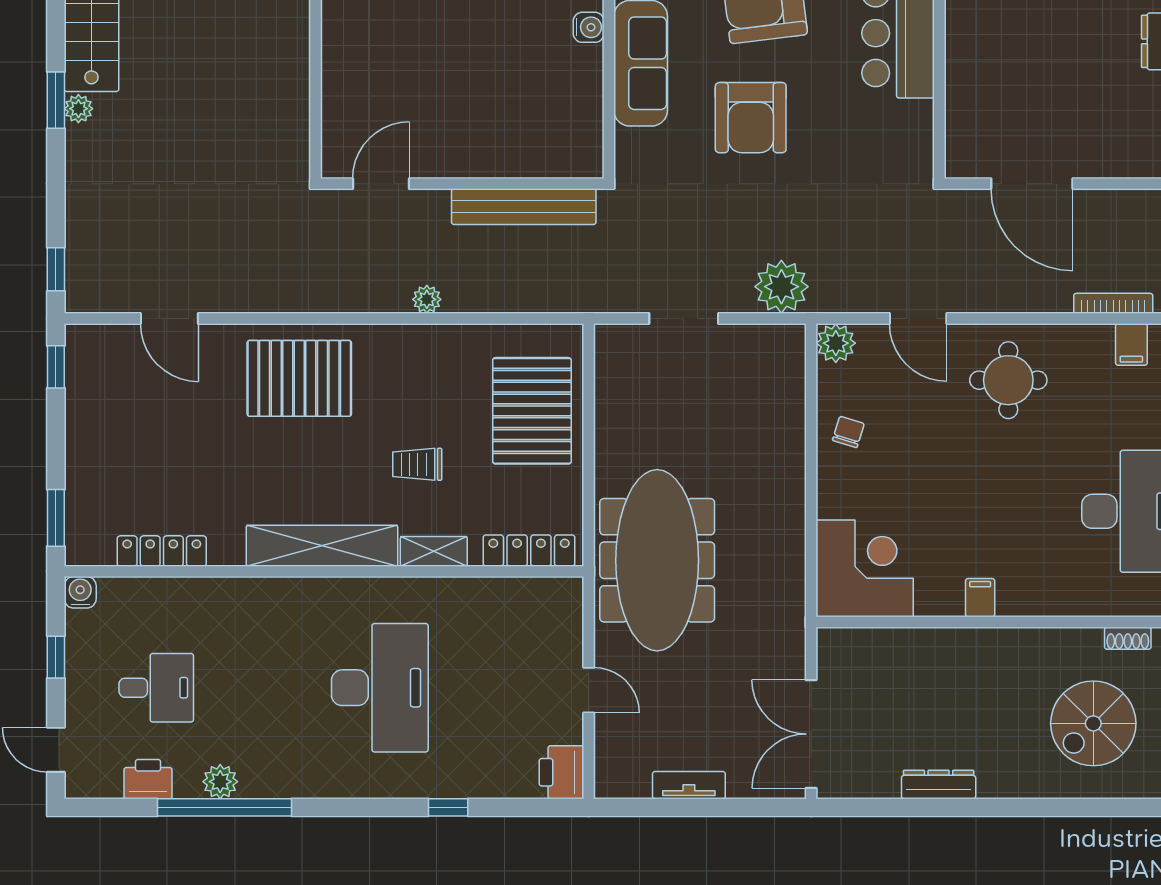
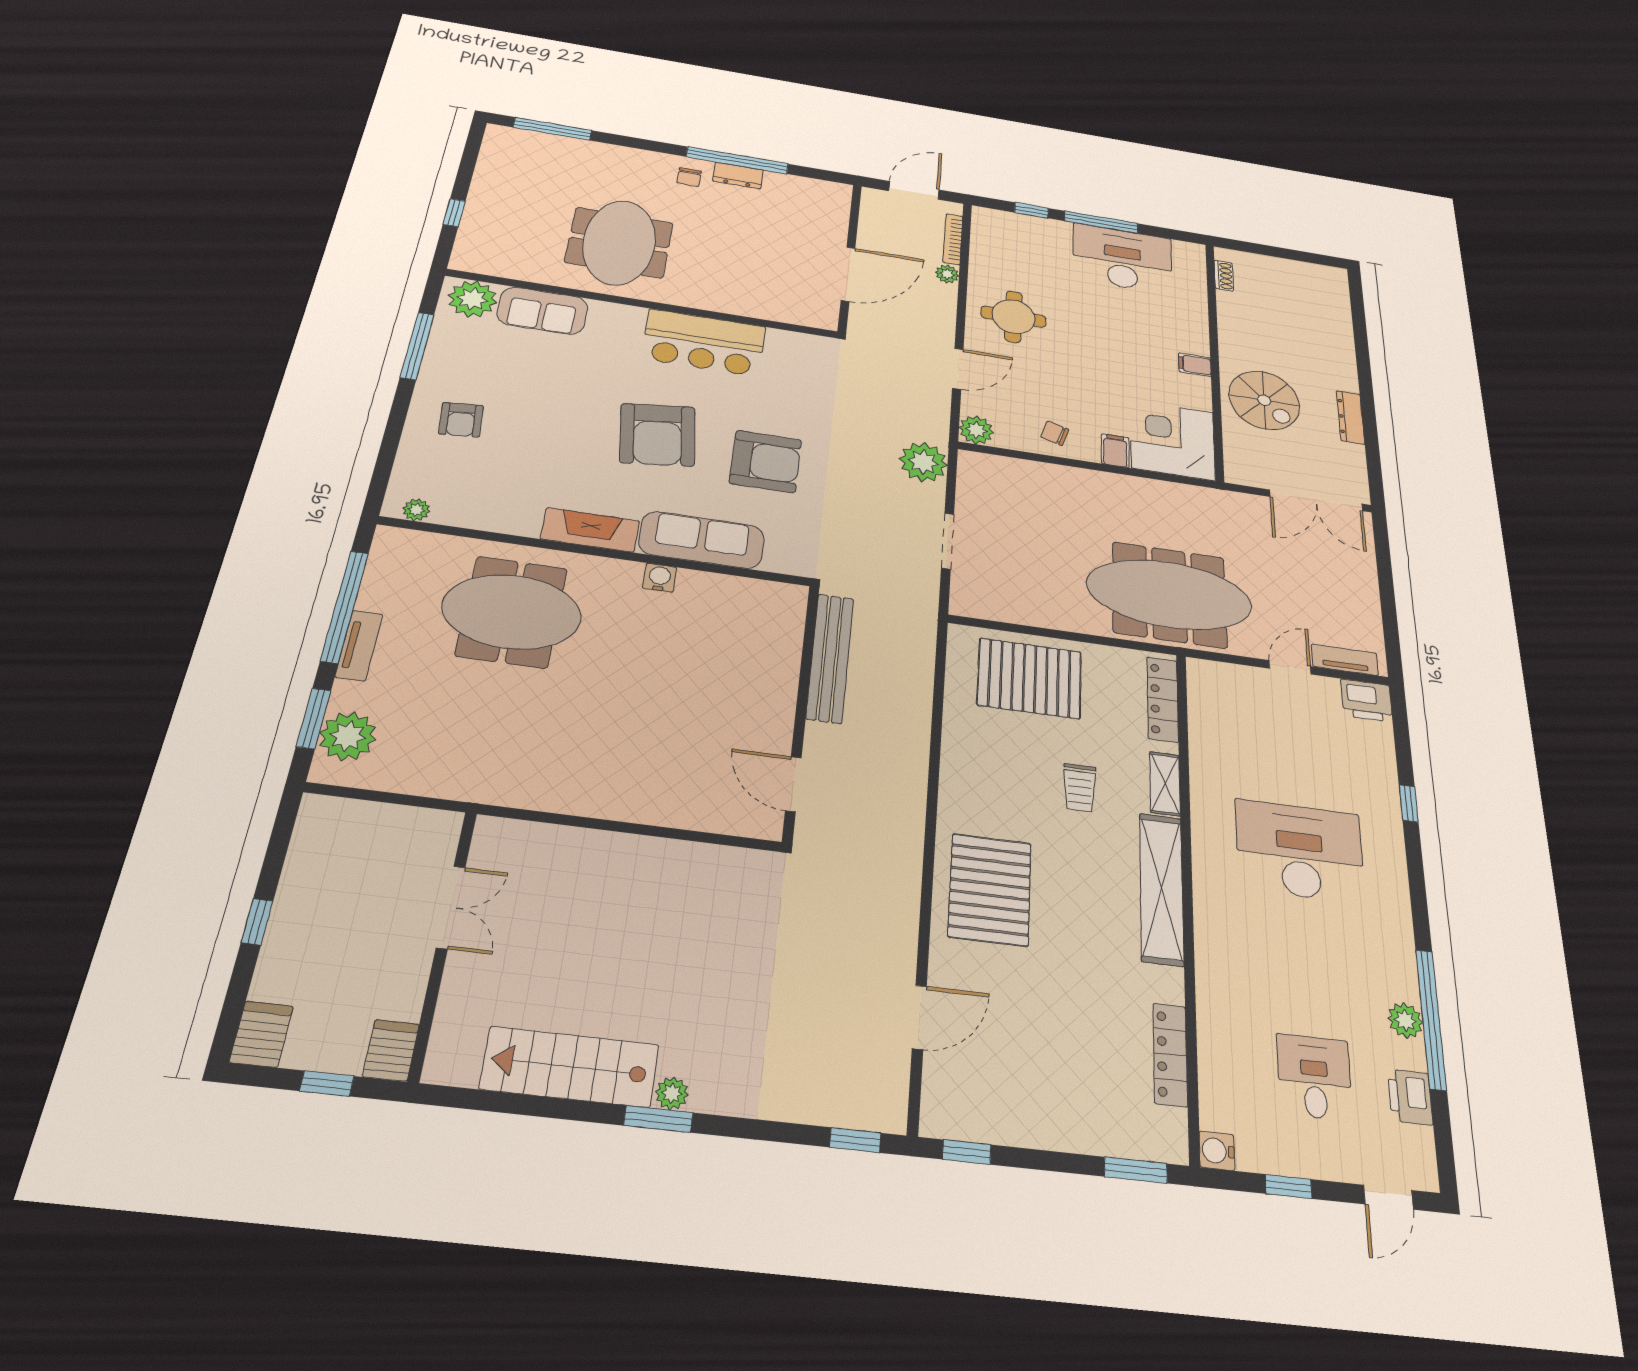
plant: (427, 299) -> (947, 274), moved
filing cabinet: (1131, 344) -> (1115, 451), moved, turned -90
spiral stairs: (1093, 723) -> (1264, 400), moved
tv unit: (689, 785) -> (1345, 660), moved, turned 90

